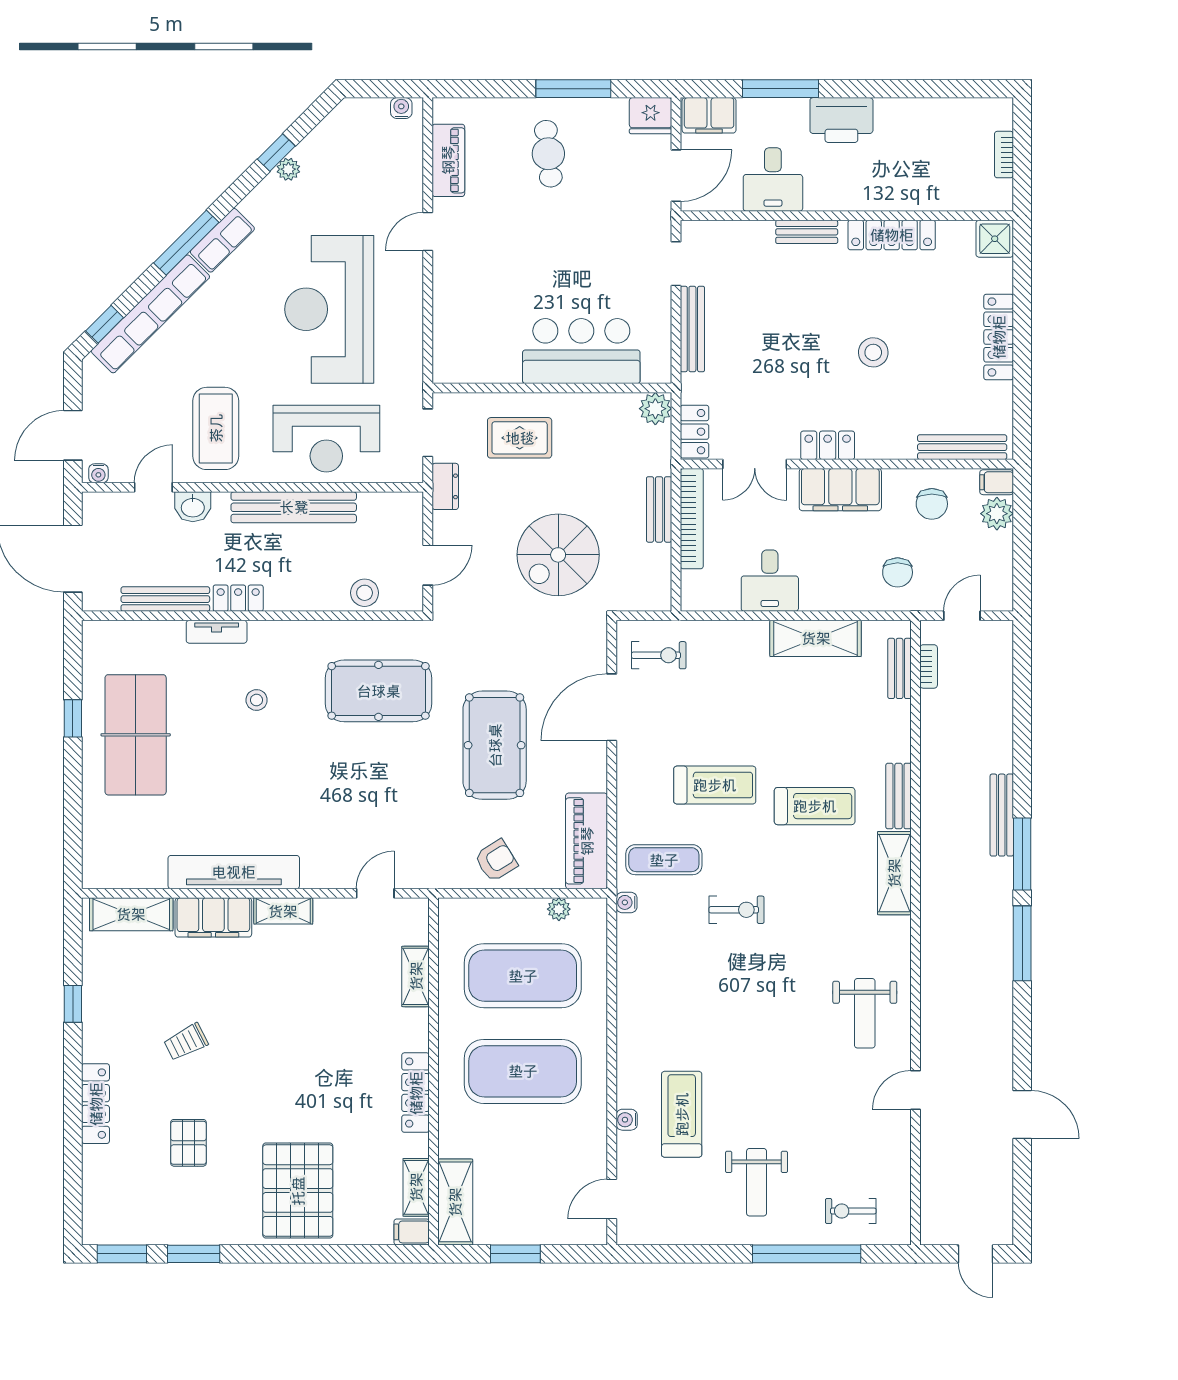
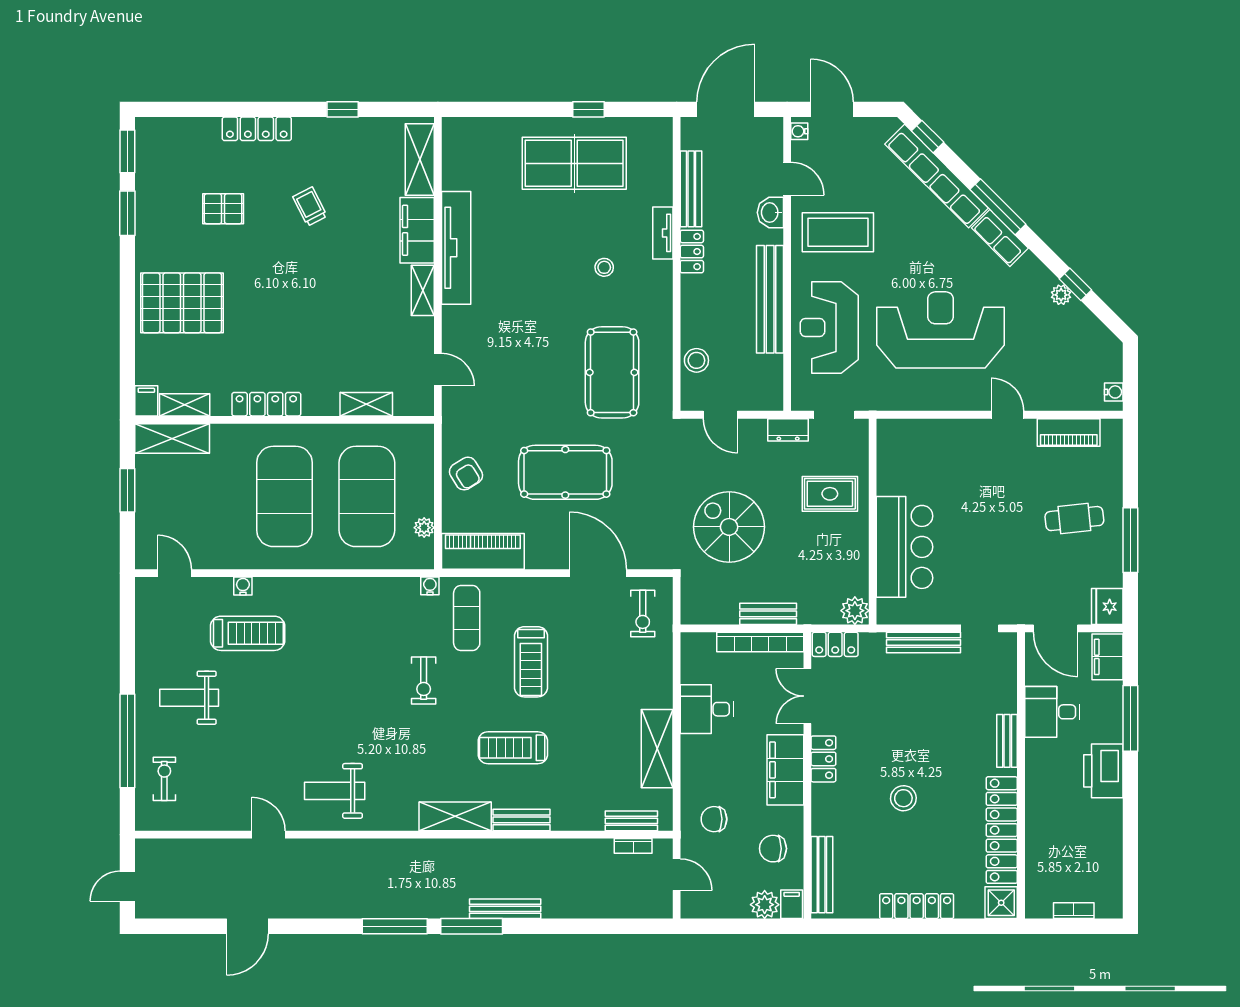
locker: (892, 235) -> (1002, 830), width x1.41, depth x1.21
rug: (520, 438) -> (830, 494), turned 90
treadmill: (815, 806) -> (513, 748), turned 90

